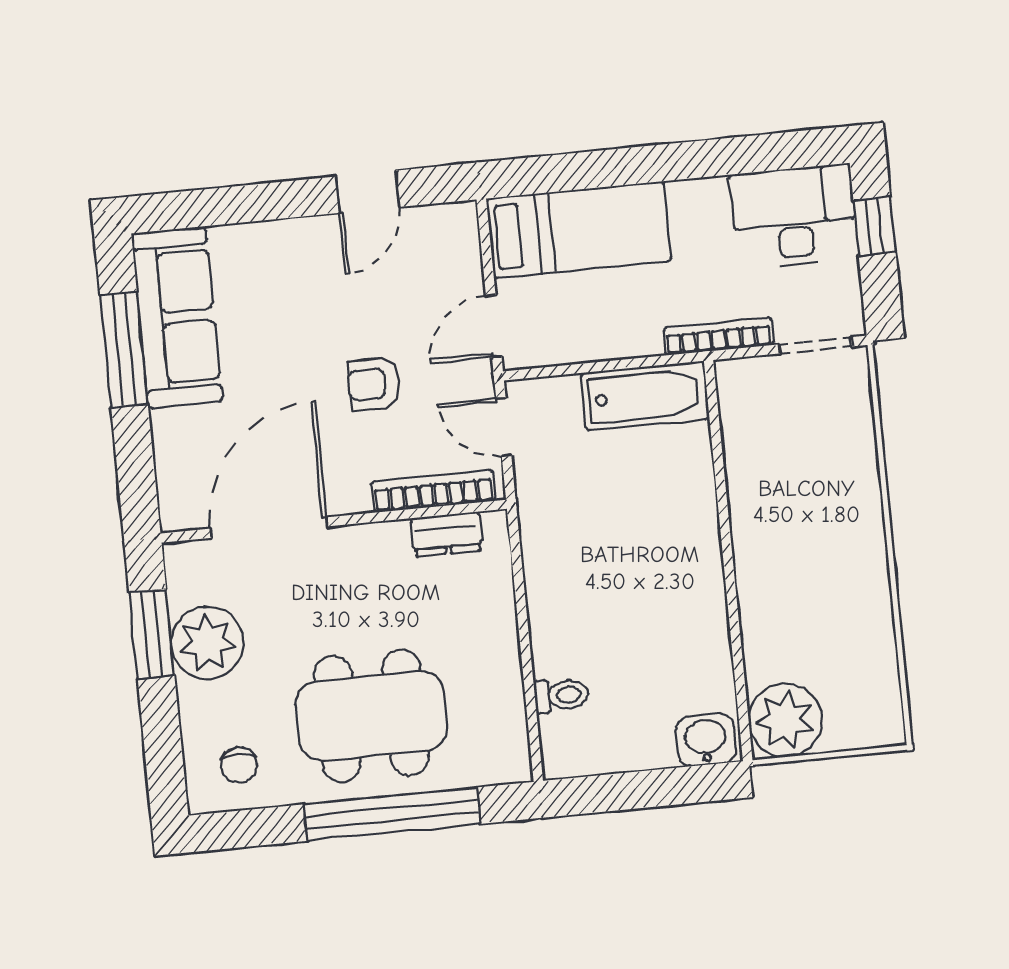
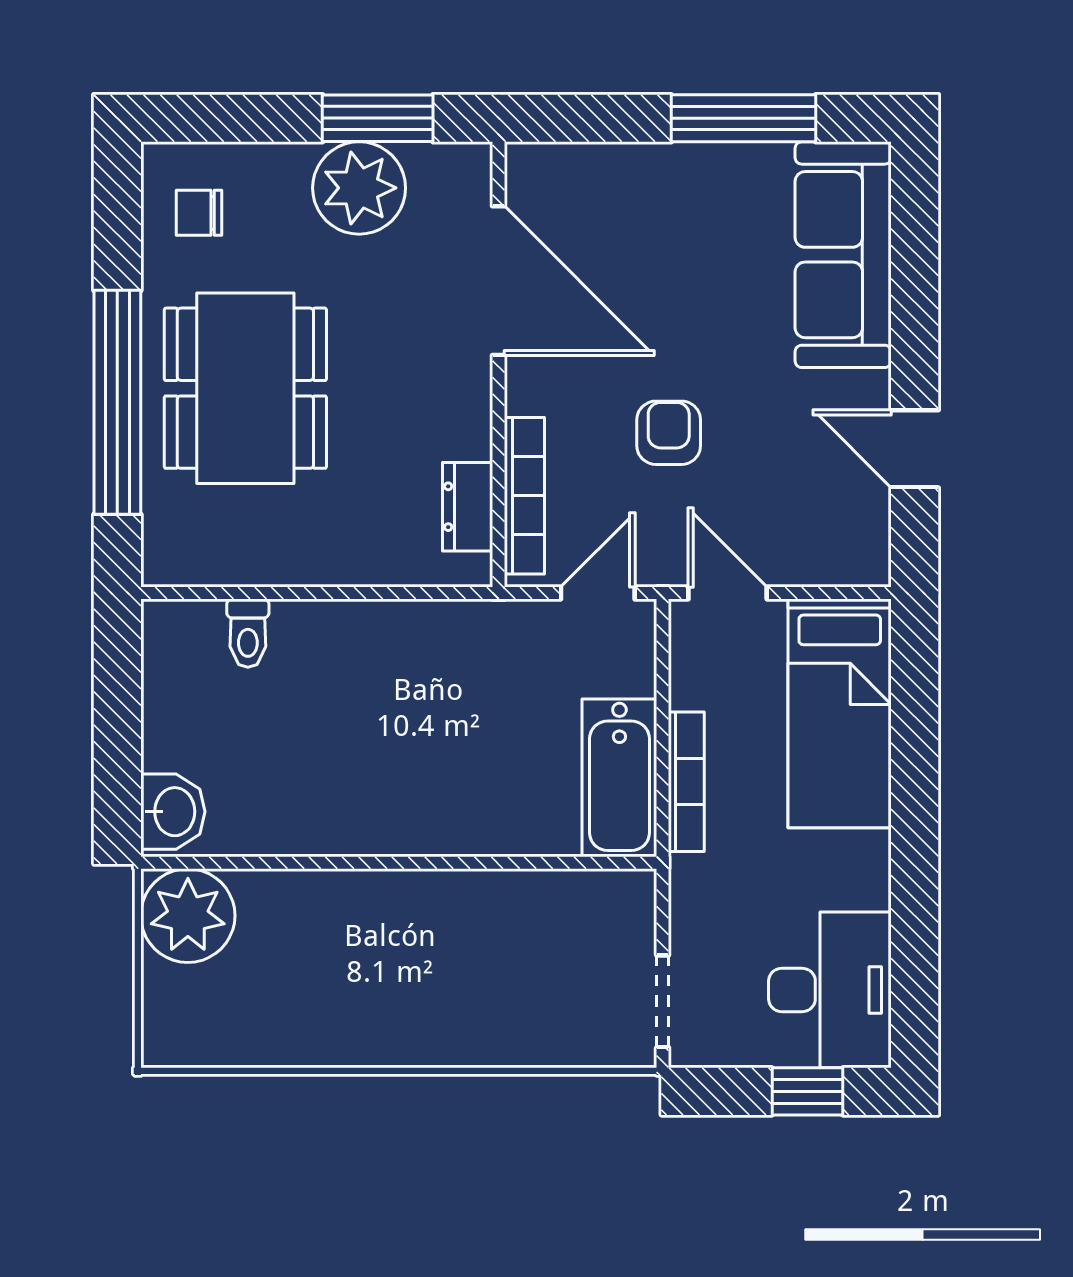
sofa: (177, 317) -> (843, 255), moved, turned 90
bookcase: (719, 336) -> (686, 782), moved

